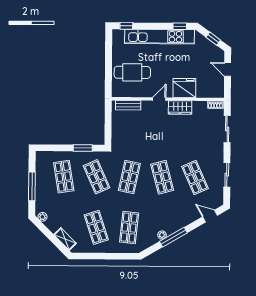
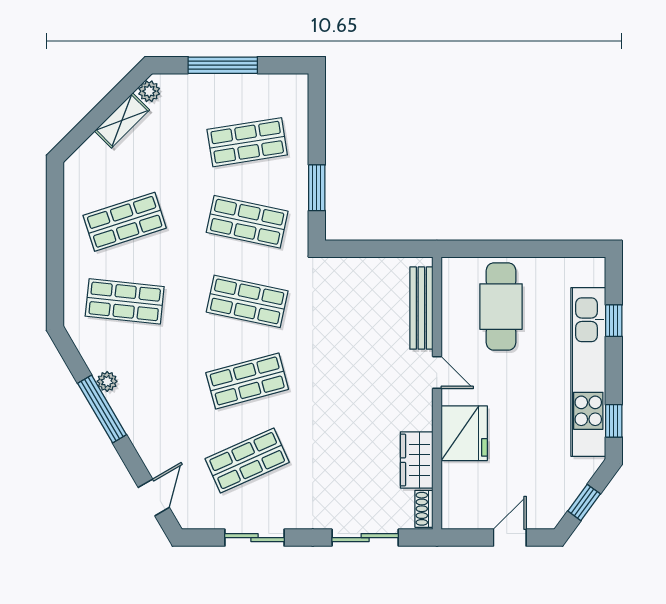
window: (126, 26) -> (614, 321), moved
bench: (128, 105) -> (421, 308), width x1.36
wardrobe: (180, 108) -> (417, 460), moved
shop shelf: (97, 177) -> (247, 222), turned 36
shelving: (65, 239) -> (122, 120), moved

